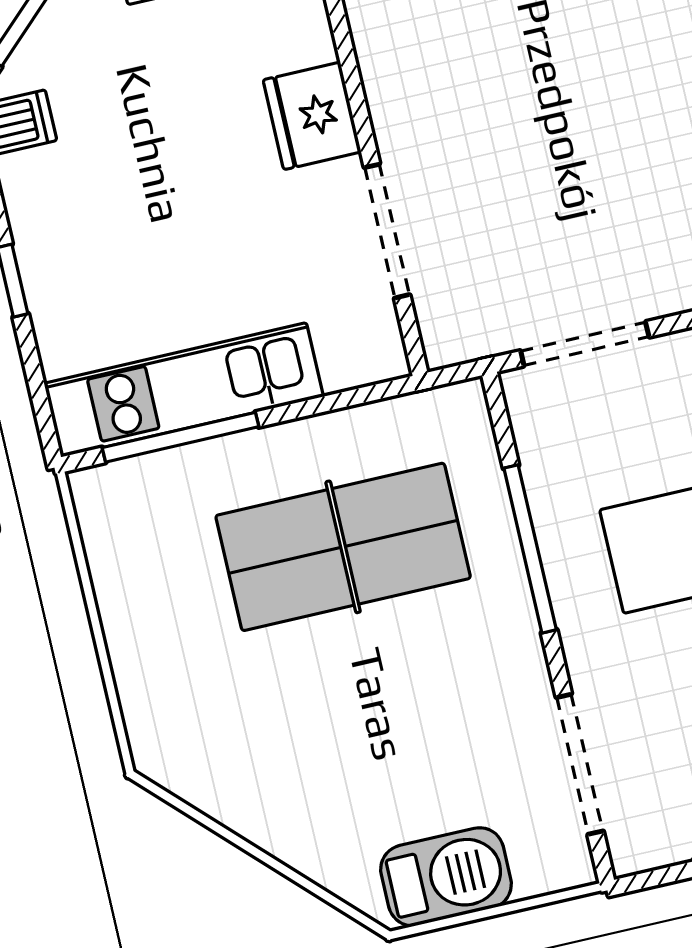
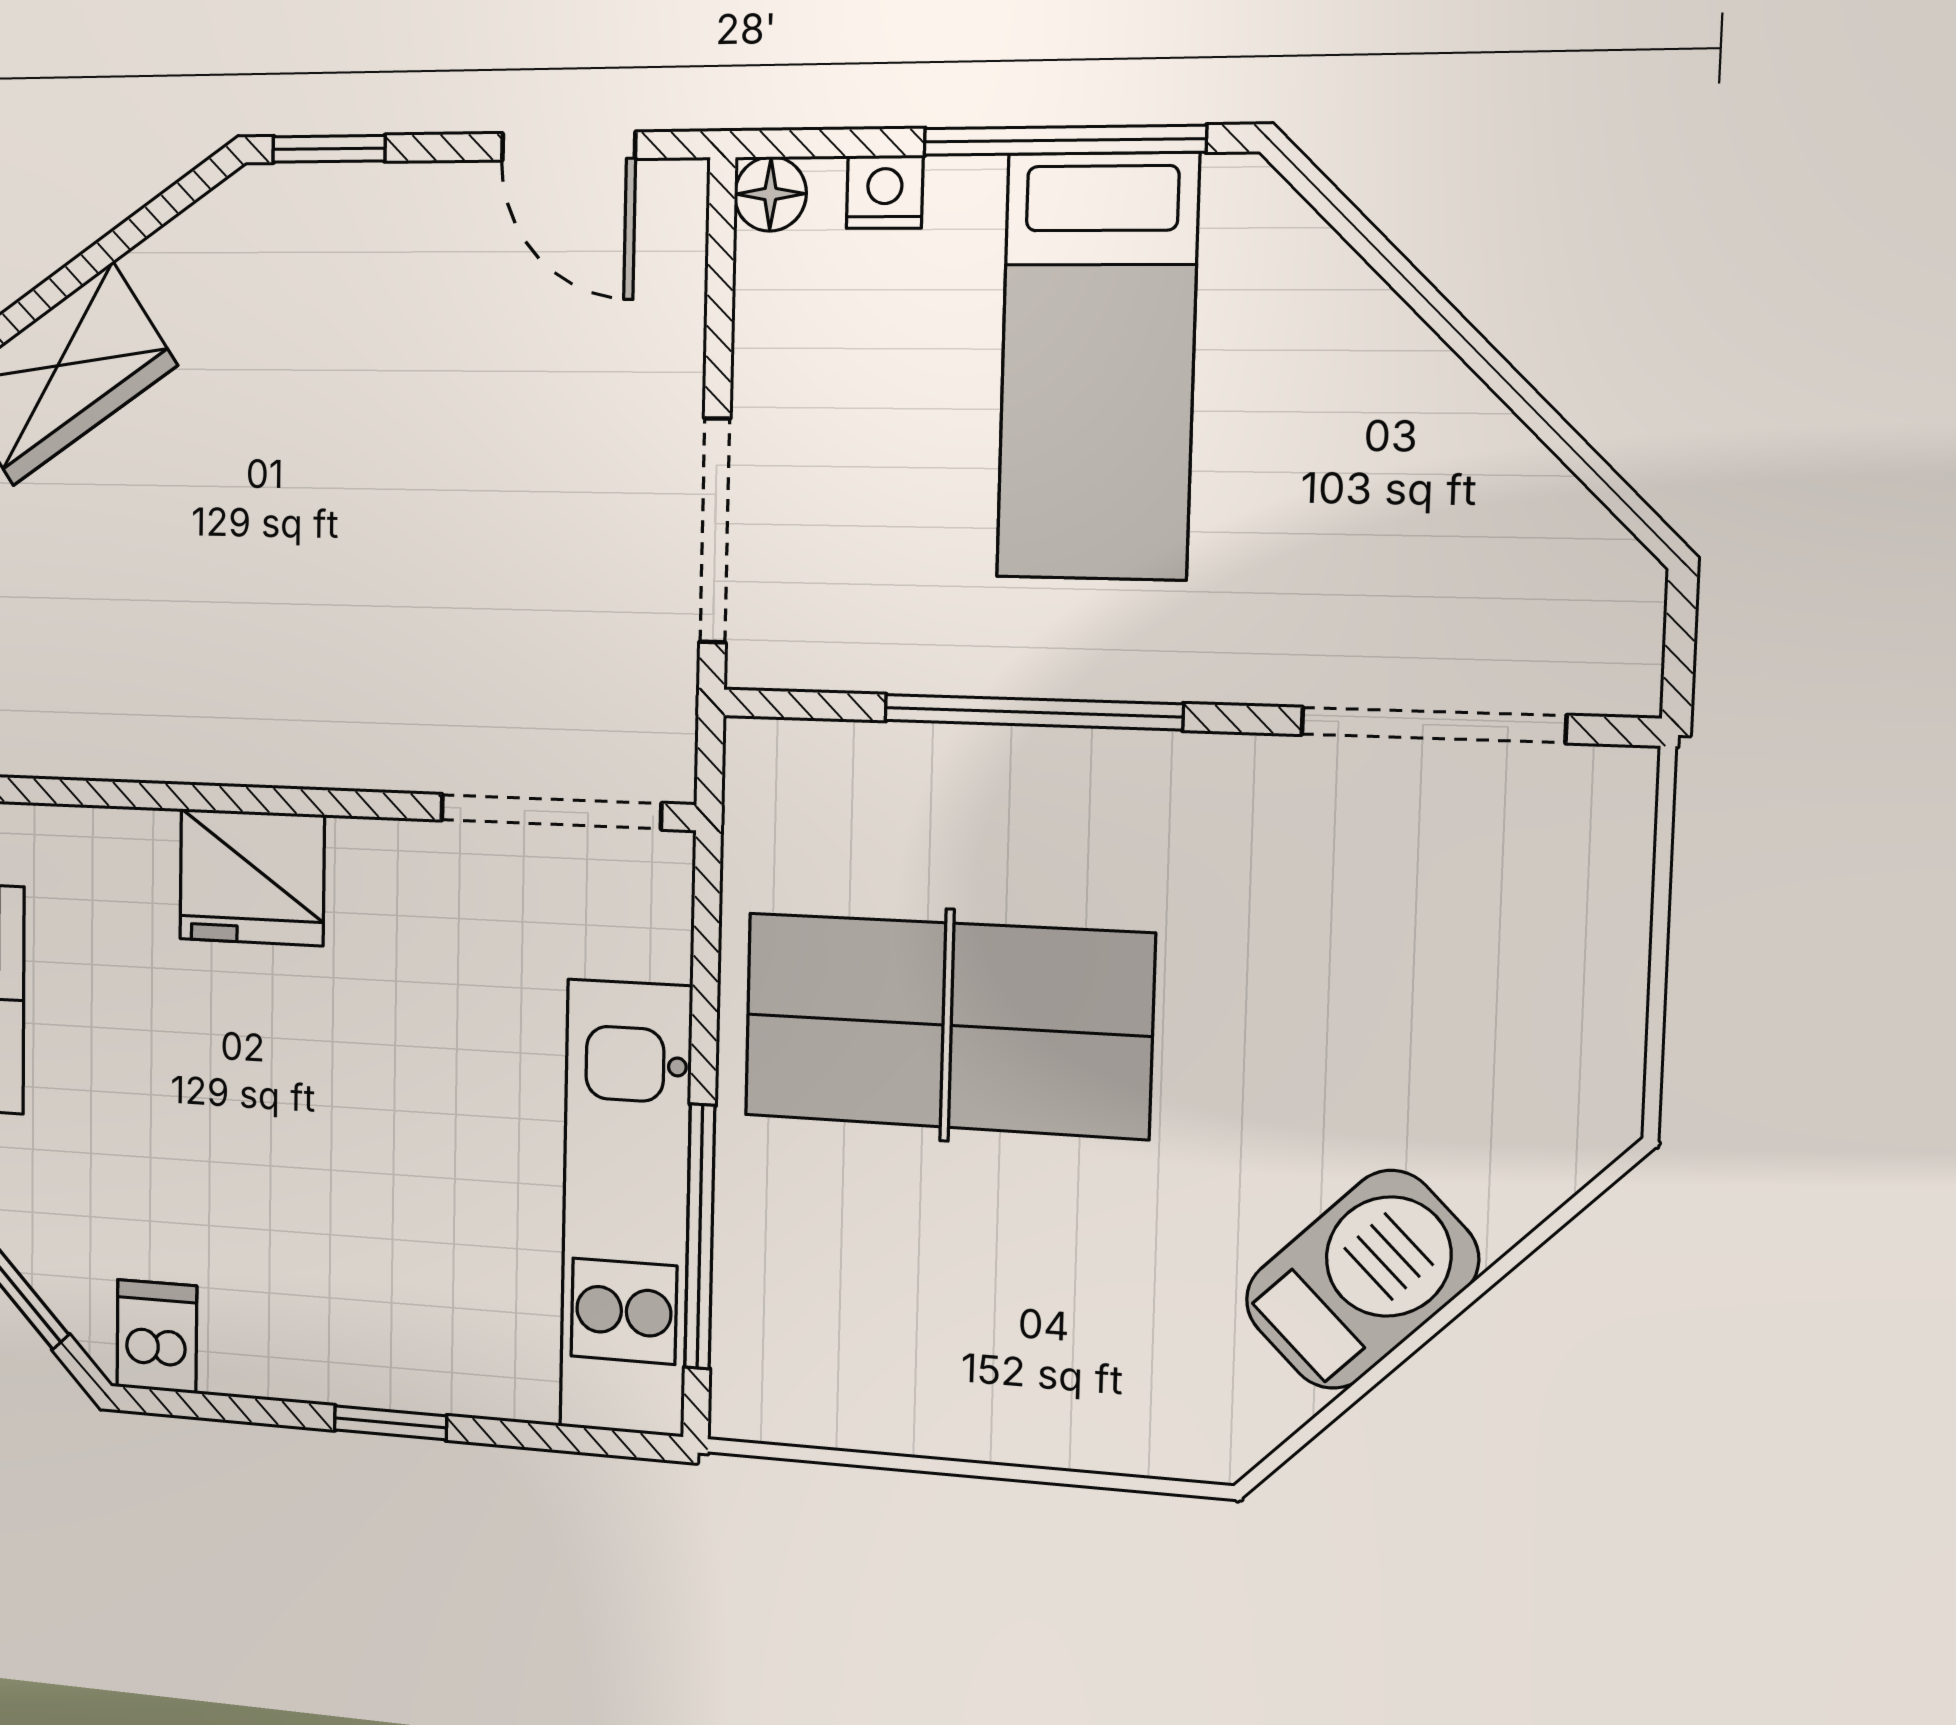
doorway: (387, 231) -> (551, 812), moved
table tennis table: (343, 547) -> (947, 1025), turned 90
barbecue: (446, 877) -> (1362, 1280), moved, turned 45

